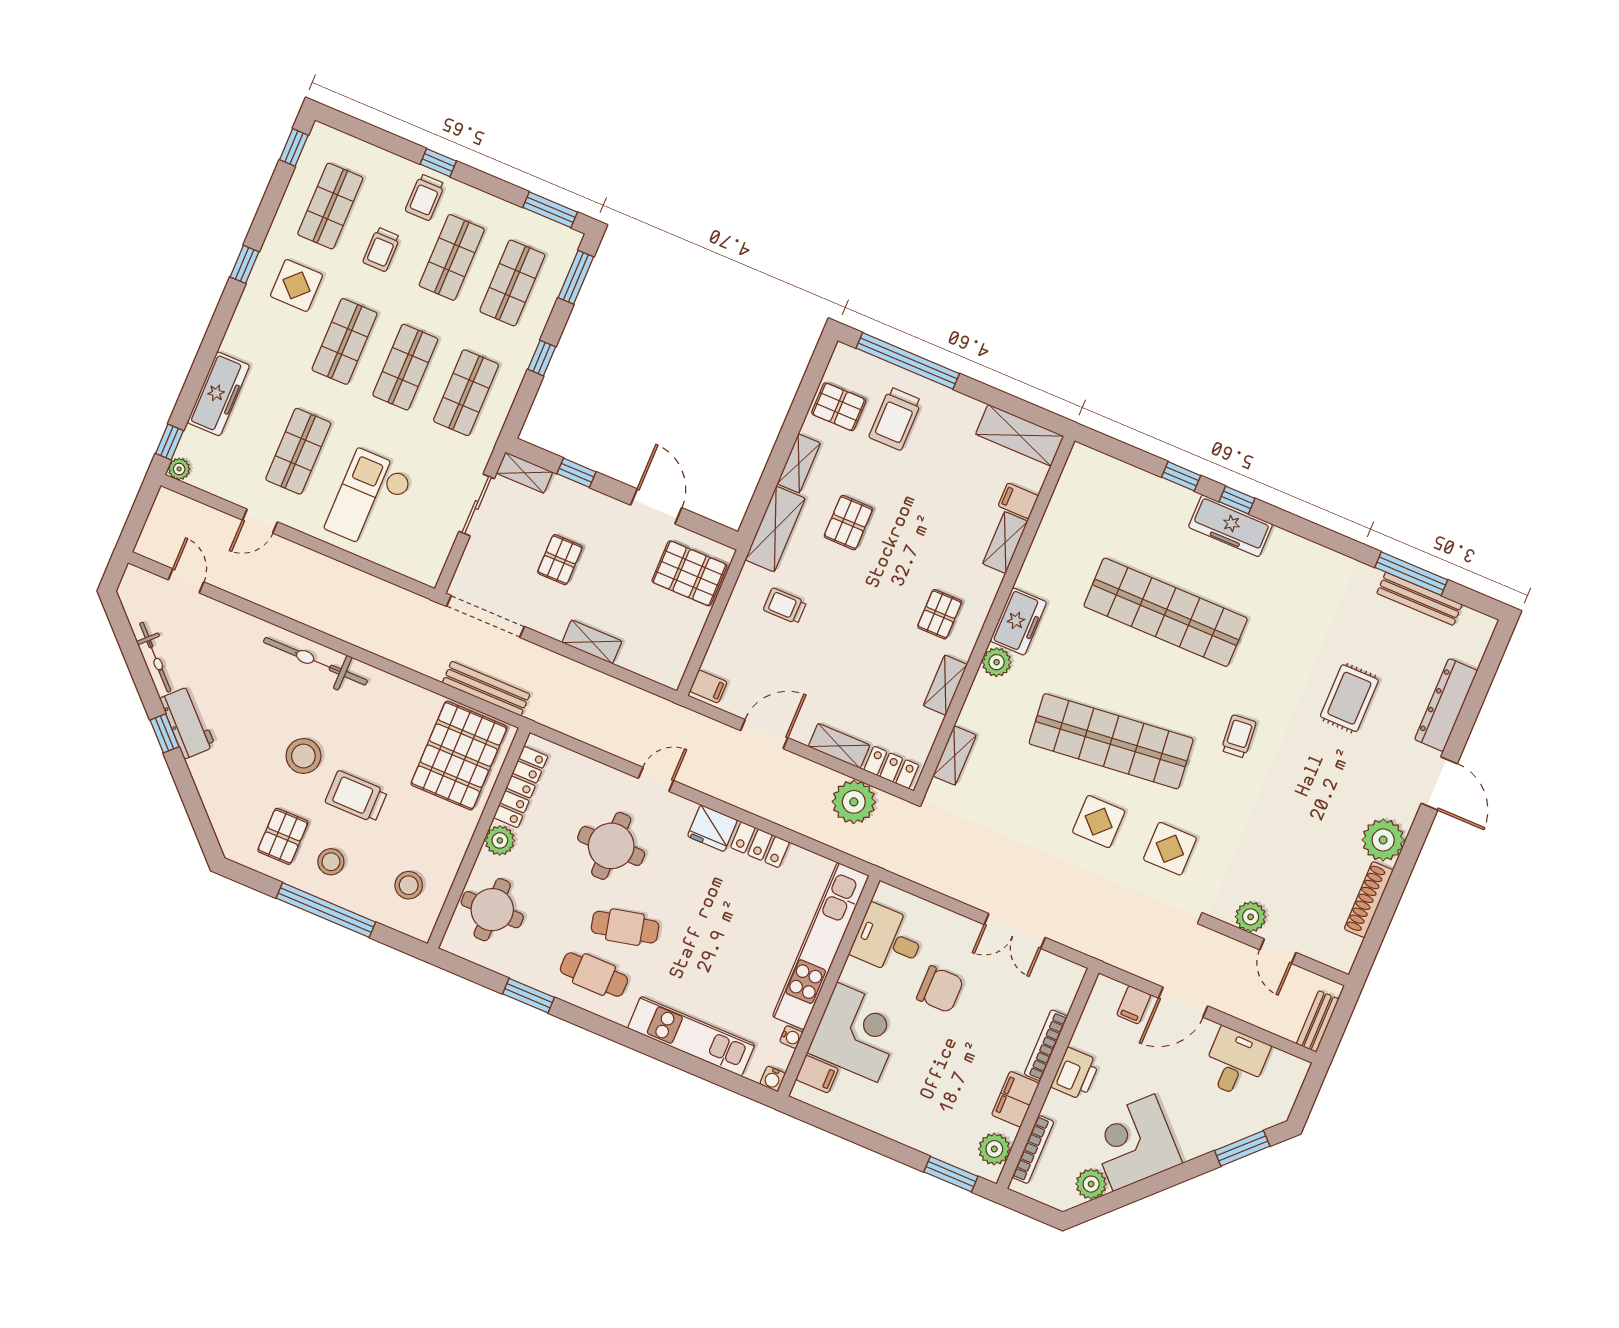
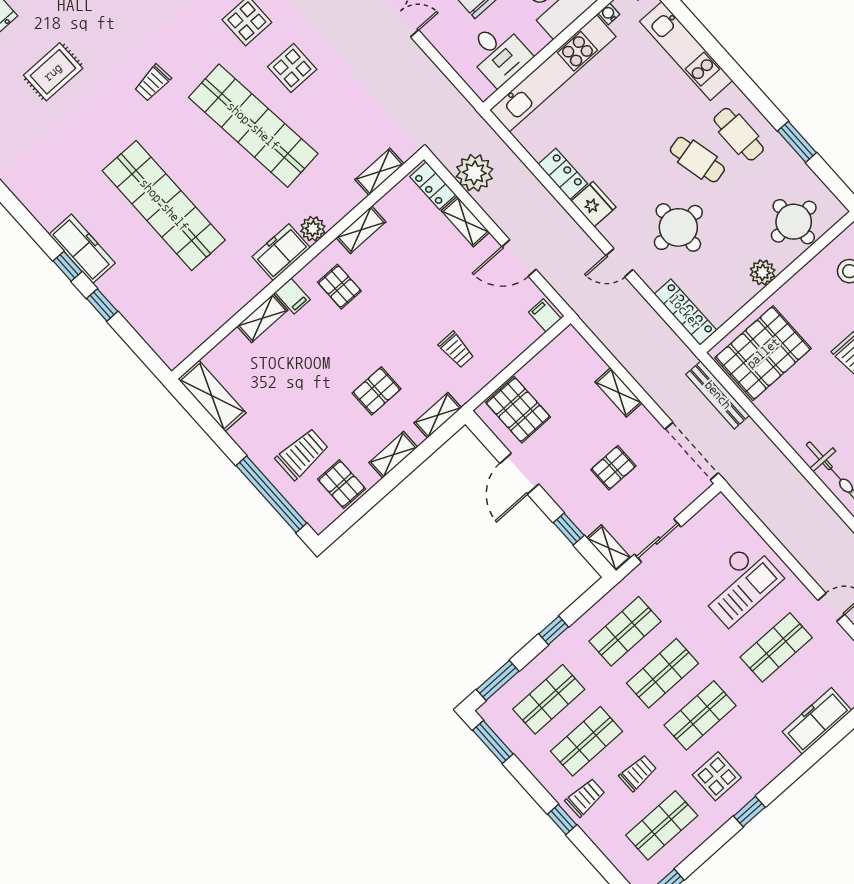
filing cabinet: (1018, 501) -> (293, 296), moved
shelving: (775, 529) -> (438, 415), width x0.67, depth x0.75
pallet: (940, 614) -> (339, 287), turned 90
locker: (521, 787) -> (685, 312), moved, turned 90

